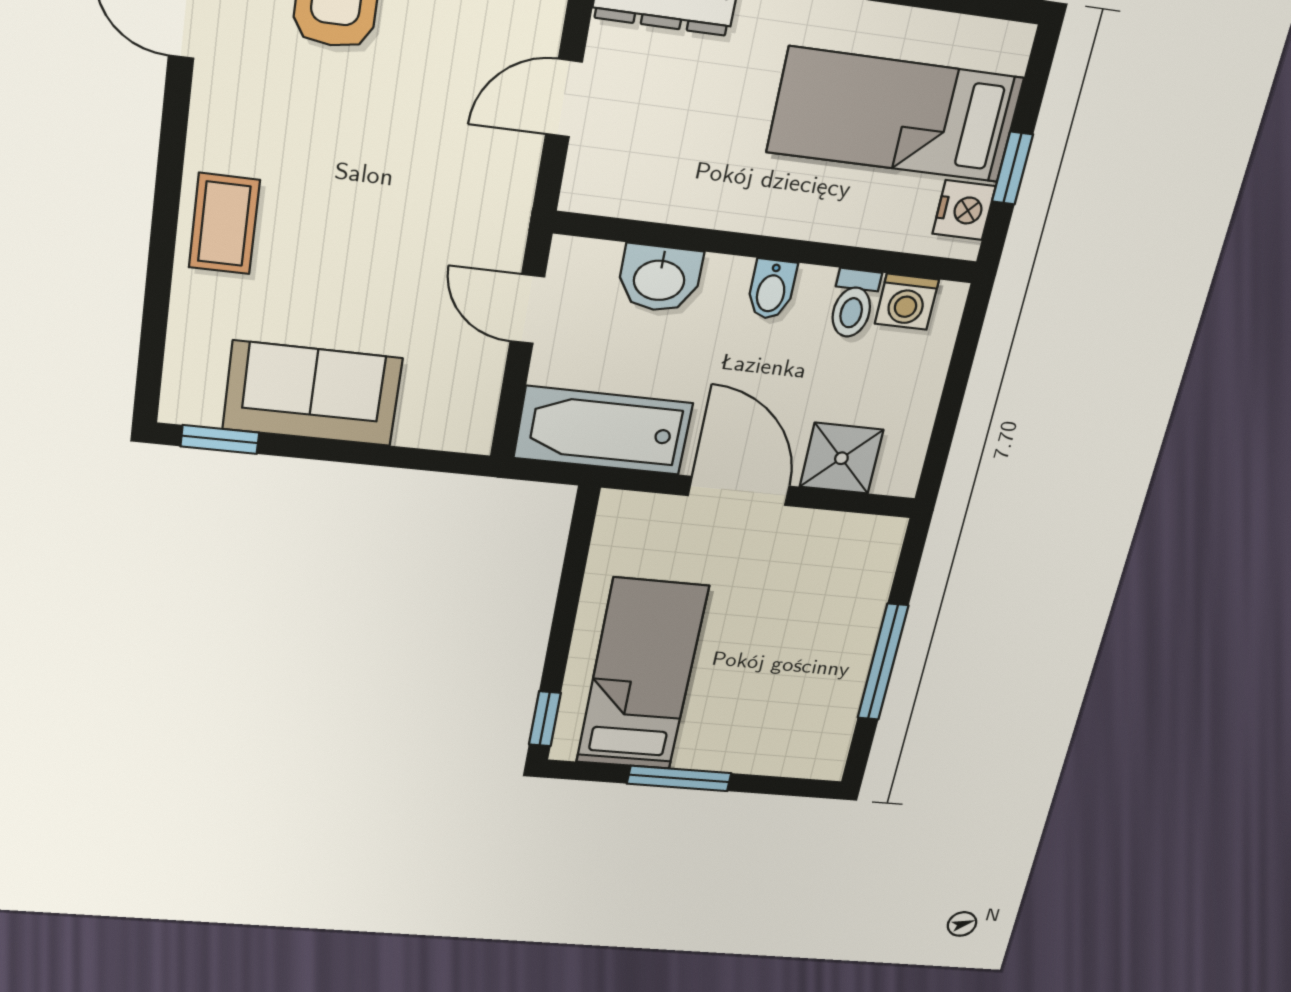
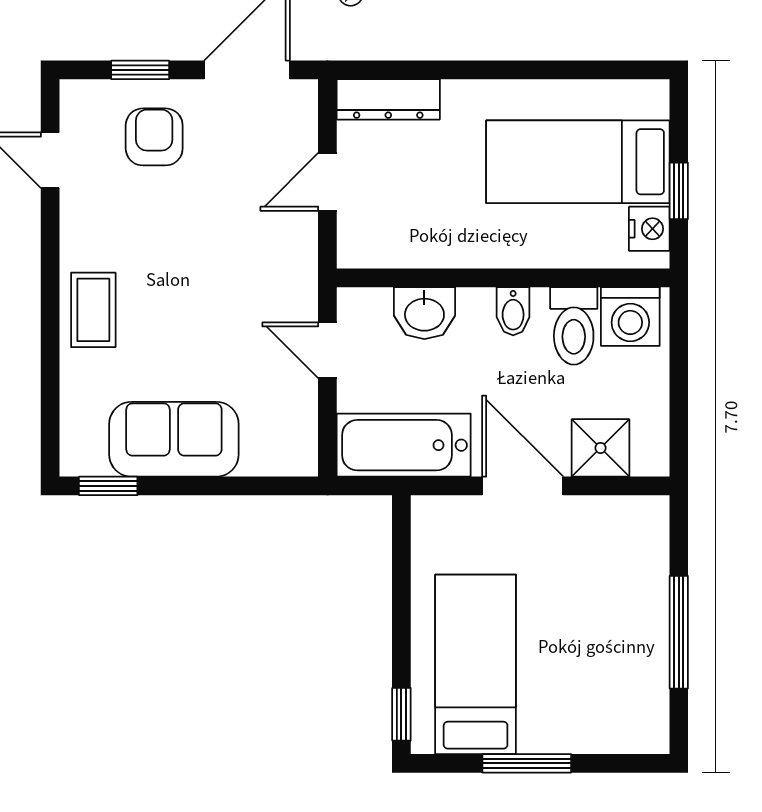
washing machine: (907, 302) -> (630, 317), width x1.38, depth x1.38
toilet: (853, 303) -> (574, 326), width x1.37, depth x1.39

